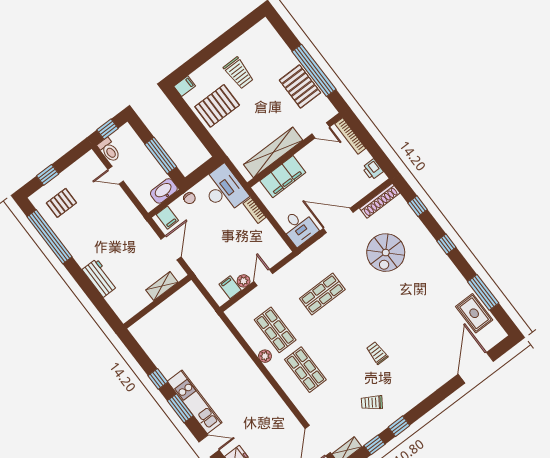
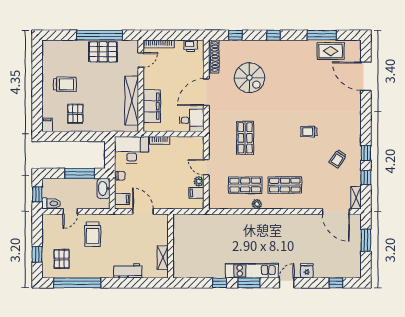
pallet: (217, 106) -> (75, 114), width x0.67, depth x0.71
trolley: (110, 215) -> (93, 234), added
shelving: (162, 286) -> (163, 258), moved

